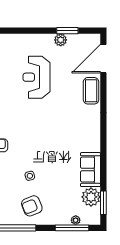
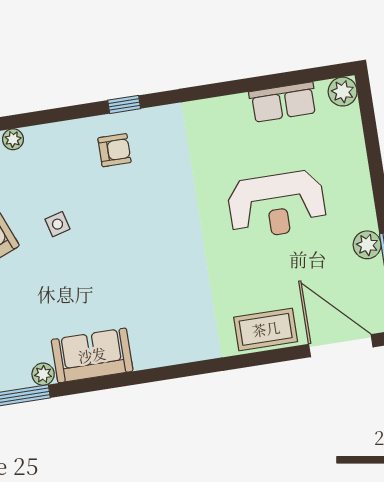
reception desk: (36, 77) -> (277, 205), turned 180
plant: (91, 197) -> (43, 374), width x0.53, depth x0.53

